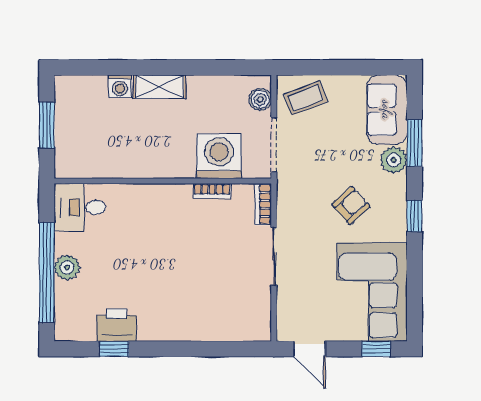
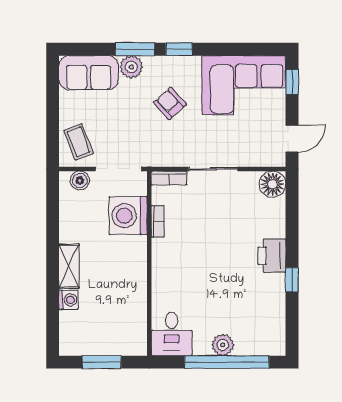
window: (415, 143) -> (135, 49), moved
printer: (117, 325) -> (272, 256), moved
floor lamp: (256, 326) -> (273, 184), added
window: (114, 349) -> (292, 280), moved

